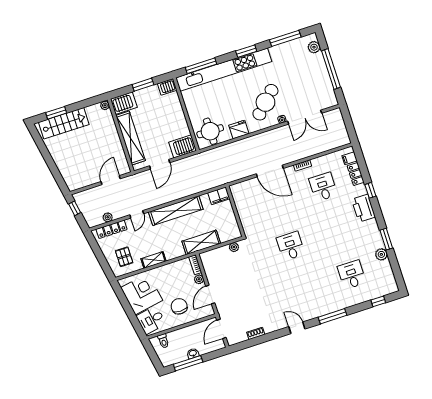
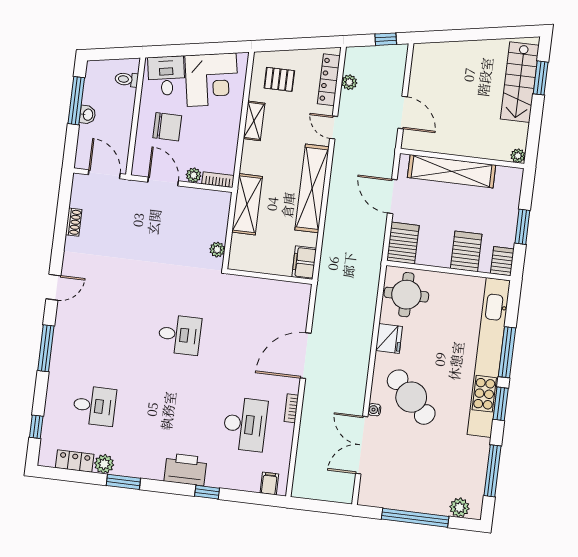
window: (201, 66) -> (507, 352), moved
server rack: (124, 103) -> (466, 251), moved, turned 180
locker: (356, 174) -> (75, 461), moved
desk: (323, 187) -> (245, 424), width x1.37

